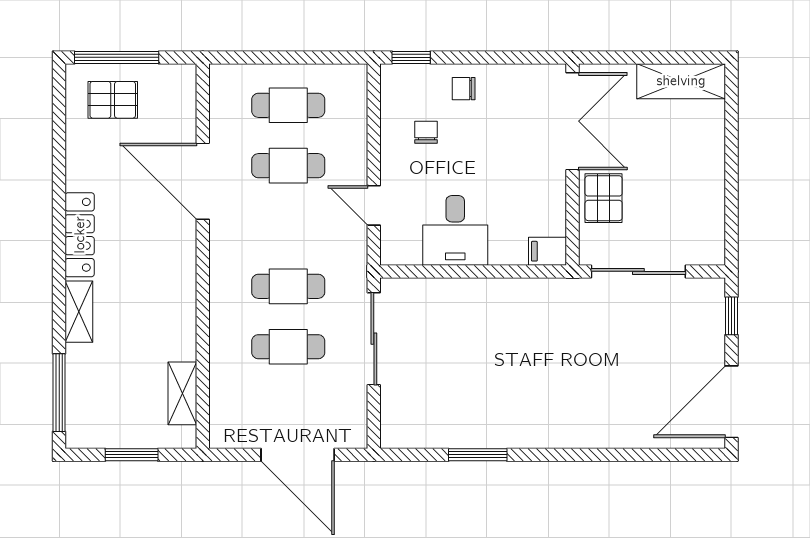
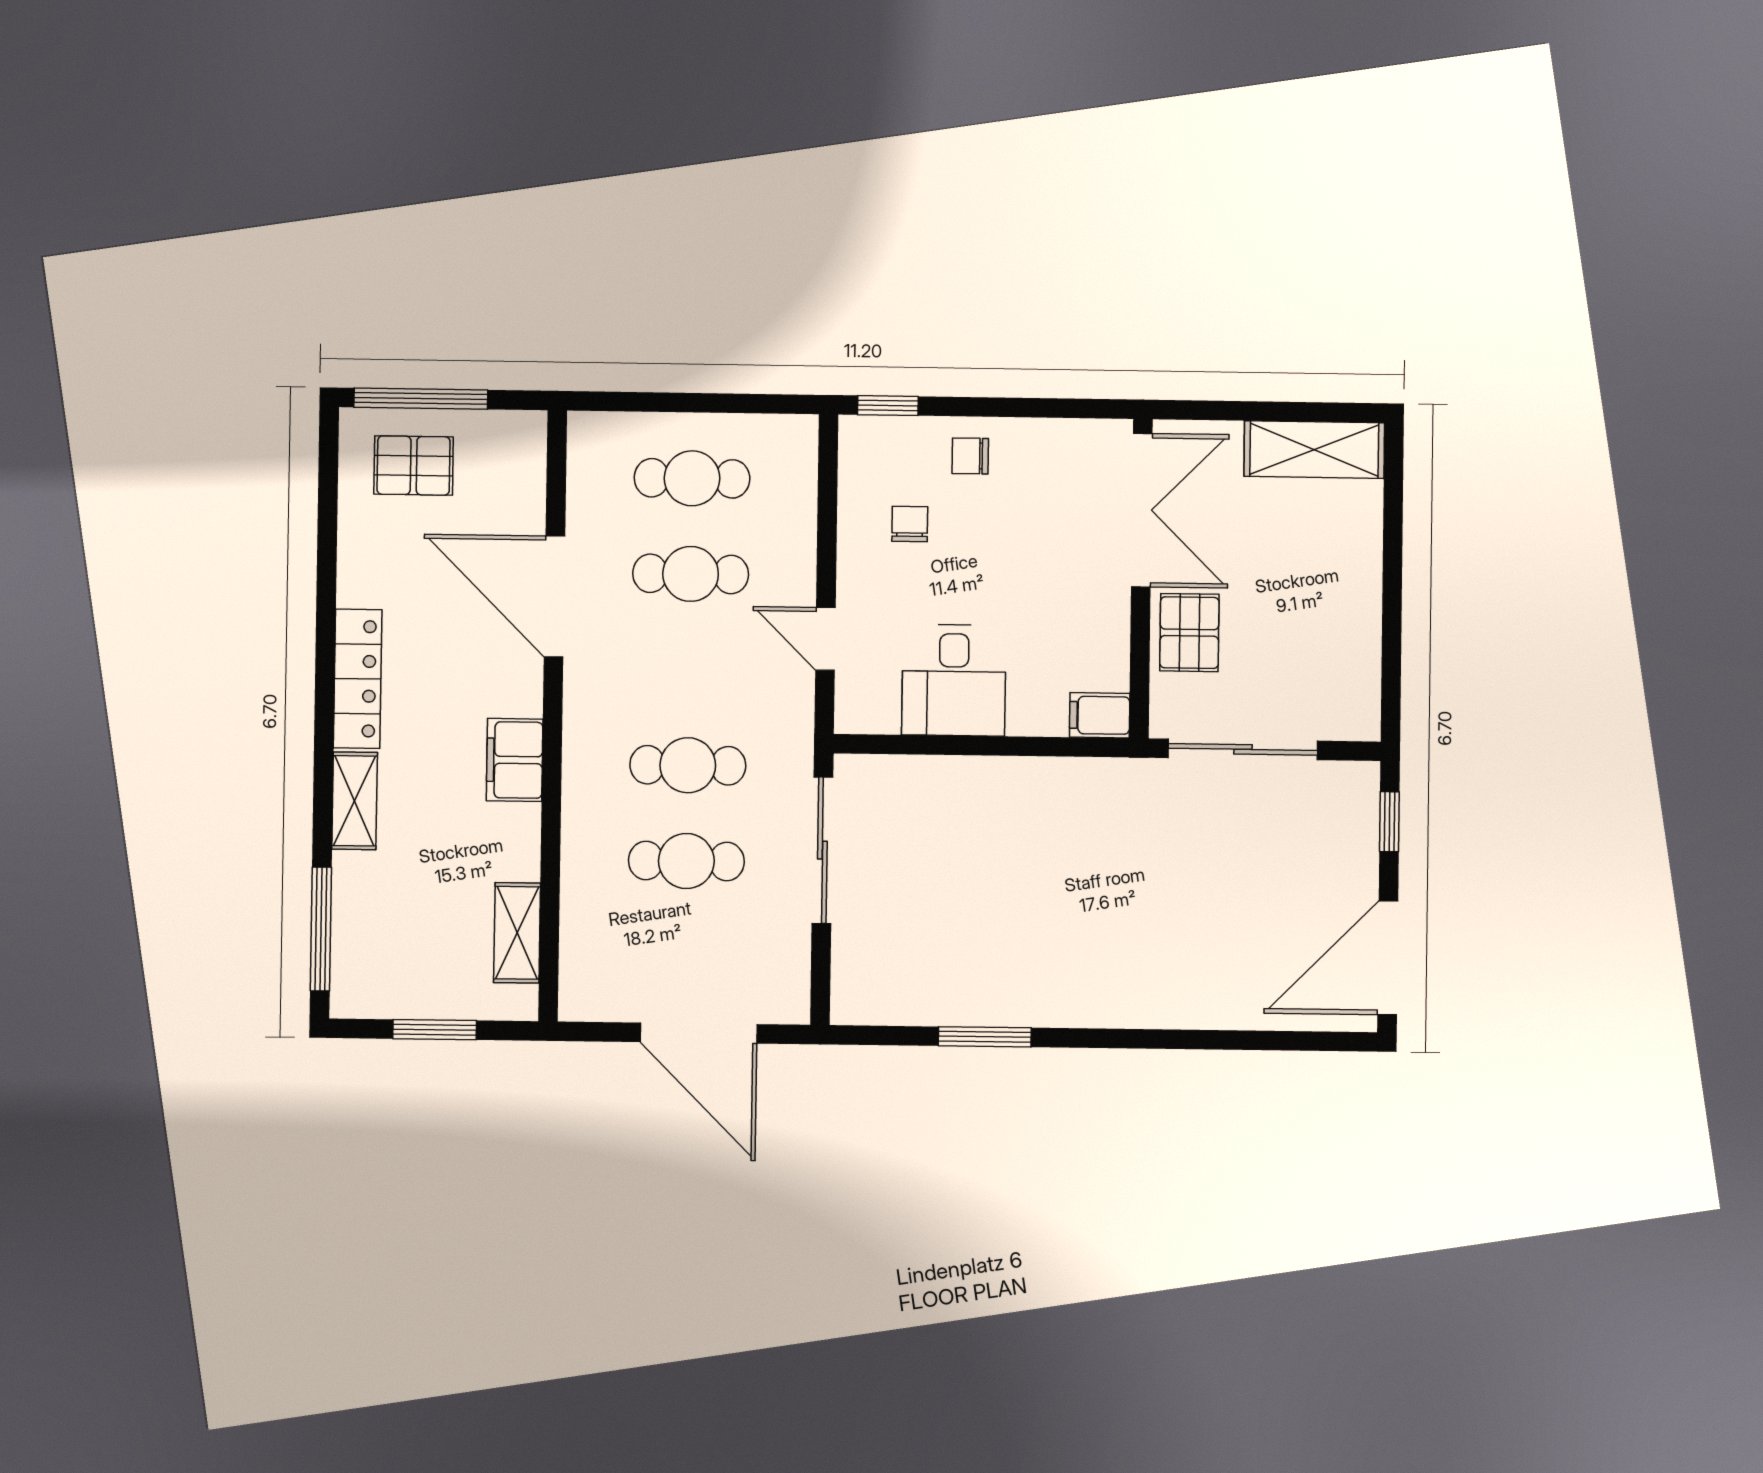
filing cabinet: (179, 285) -> (515, 760), added

